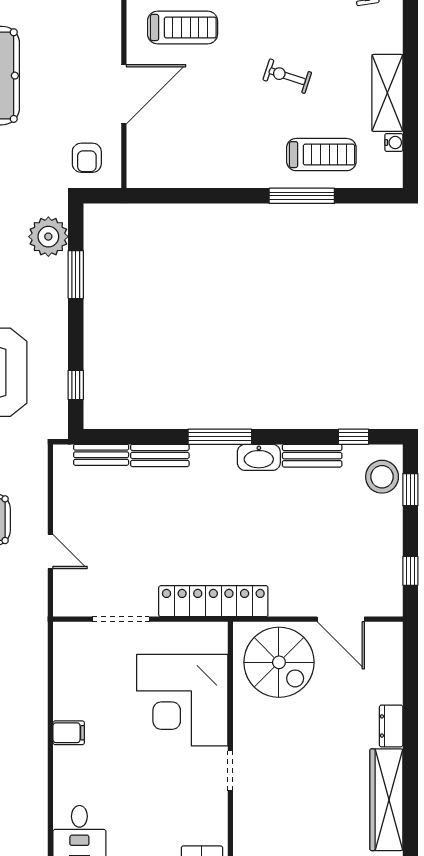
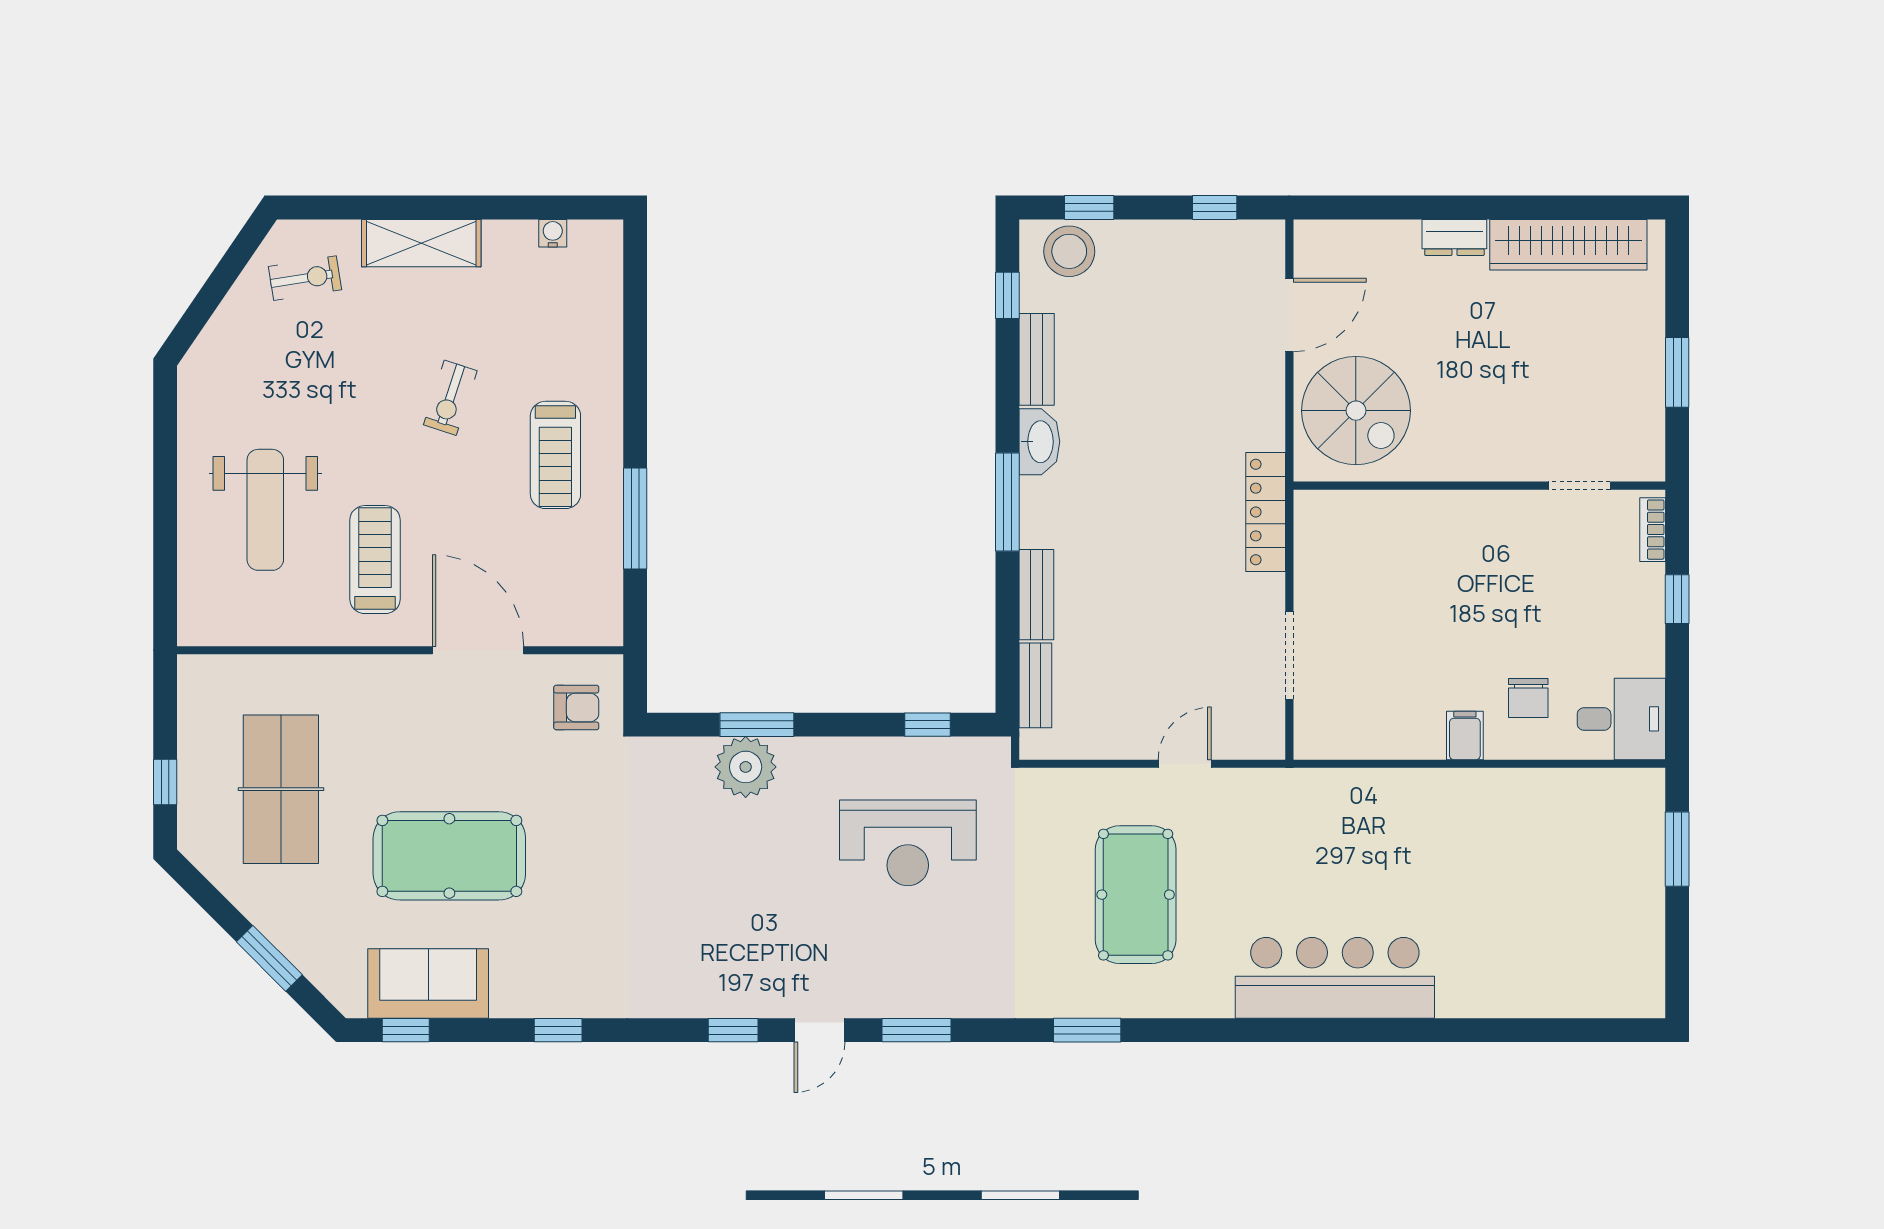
shelving: (387, 93) -> (421, 243), moved
treadmill: (321, 155) -> (555, 455), moved, turned 180
window: (302, 196) -> (635, 519), moved
plant: (48, 237) -> (746, 767), moved
locker: (213, 601) -> (1266, 512), width x0.71, depth x0.83
spiral stairs: (279, 662) -> (1356, 411), turned 90
corner desk: (182, 700) -> (1414, 560), removed
doorway: (230, 771) -> (1579, 486), moved
chair: (93, 774) -> (1528, 698), added

